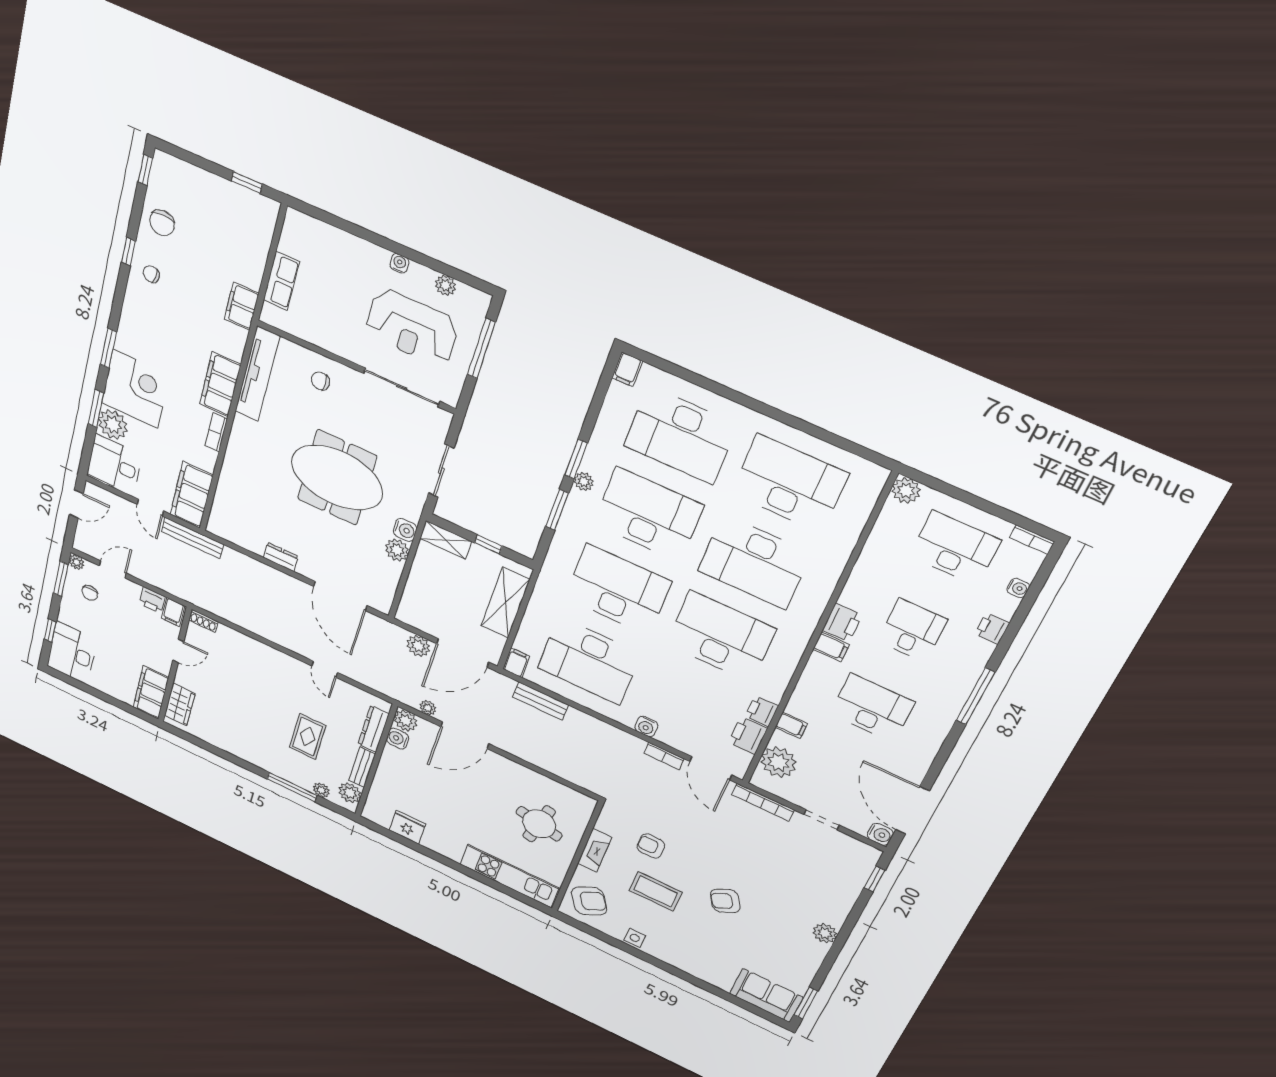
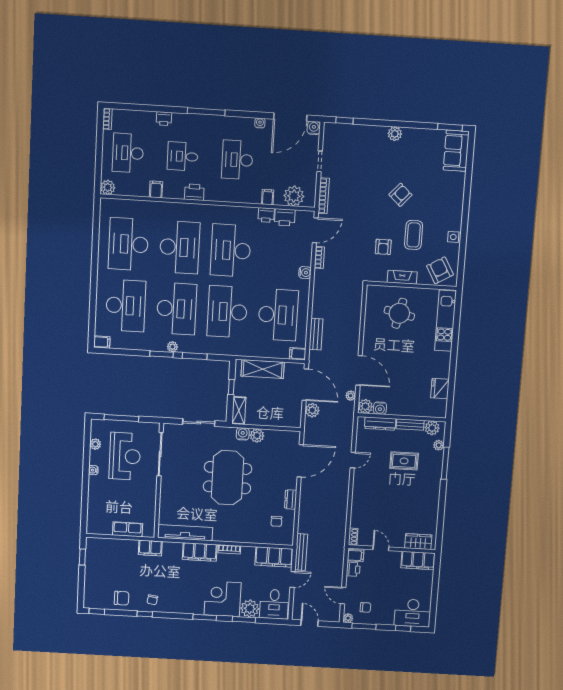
chair: (320, 381) -> (276, 521), moved
desk: (648, 514) -> (177, 309), turned 180
water cooler: (1018, 588) -> (260, 123), moved
filing cabinet: (831, 647) -> (156, 189), moved
armchair: (725, 901) -> (400, 195), turned -109

